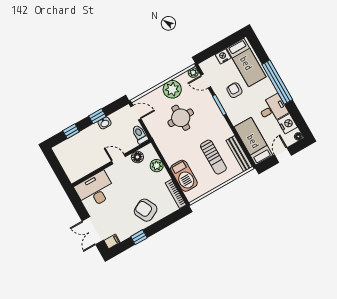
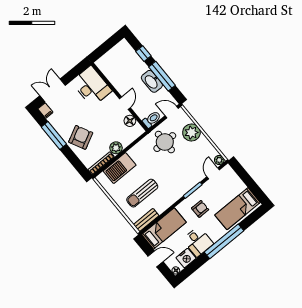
nightstand: (223, 56) -> (240, 186), removed
plant: (172, 89) -> (191, 133), moved
armchair: (234, 90) -> (200, 209), moved
door: (136, 113) -> (172, 112), swing flipped
window: (97, 116) -> (162, 76), width x2.17
round table: (181, 118) -> (165, 142), moved
washbasin: (105, 123) -> (152, 81), width x1.91, depth x1.45
bench: (239, 154) -> (146, 220), width x0.73
plant: (157, 166) -> (116, 148), moved
window: (139, 237) -> (54, 136), width x2.17

